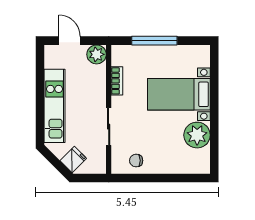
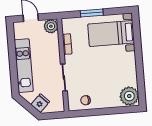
window: (154, 41) -> (92, 13), width x0.69
bed with nightstands: (179, 94) -> (111, 34), moved
plant: (197, 135) -> (129, 96), moved

